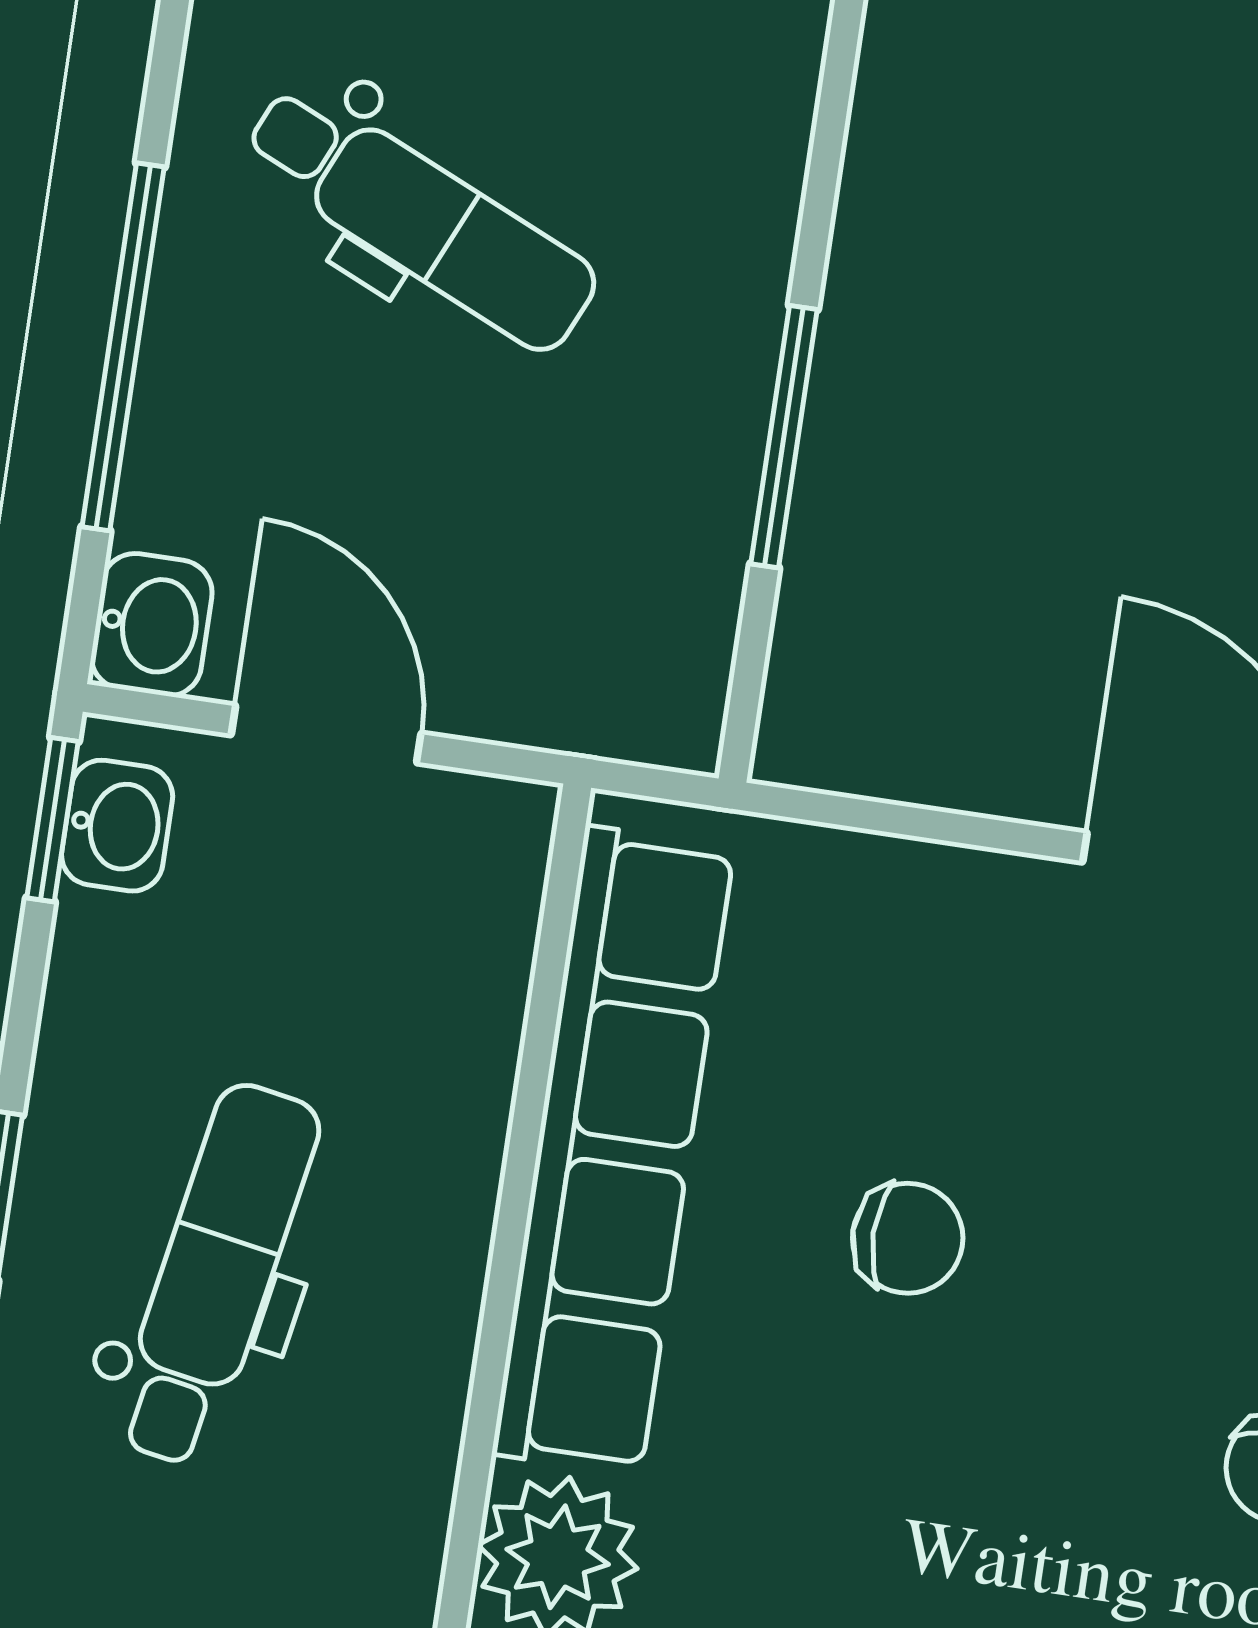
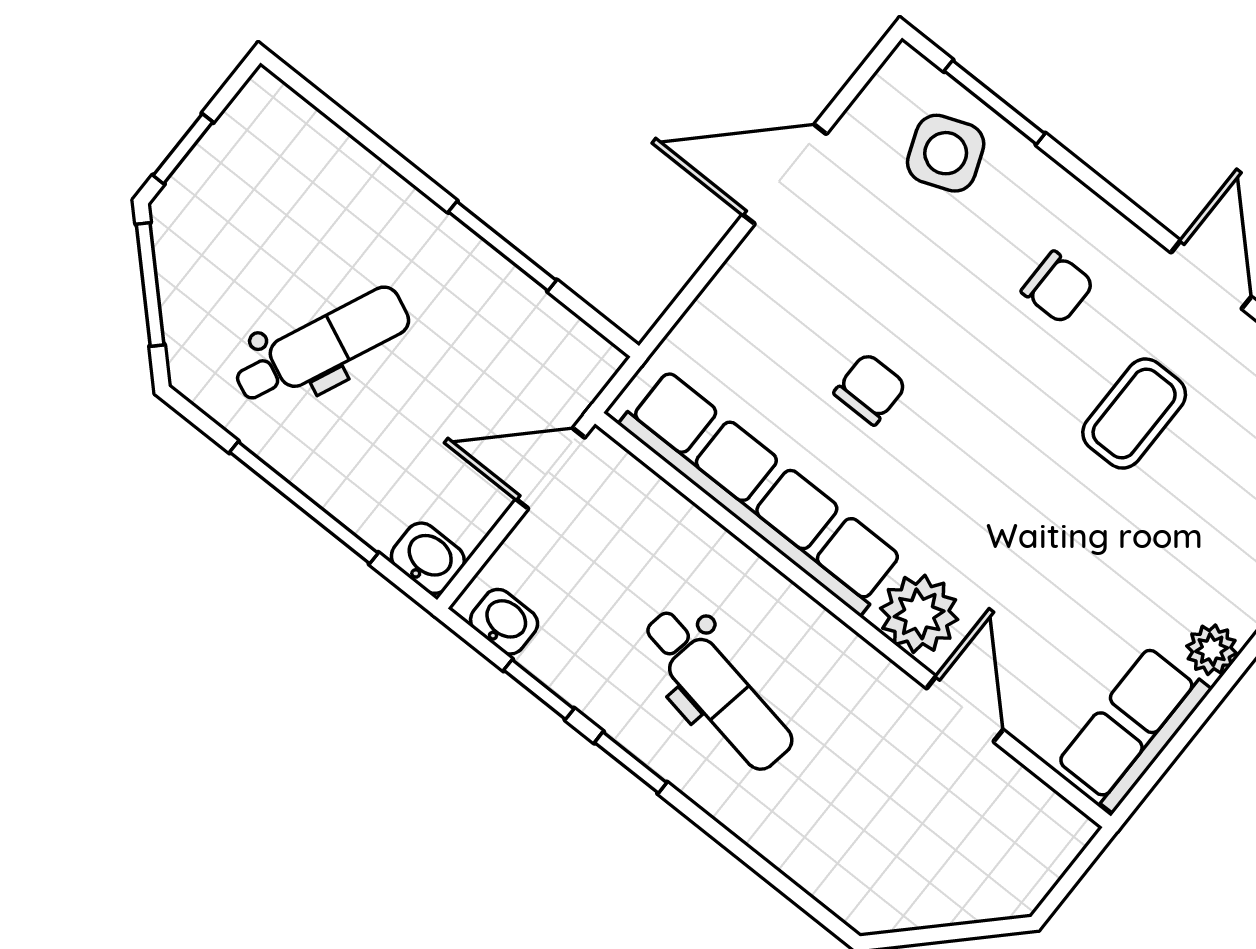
door: (326, 734) -> (550, 468), moved
window: (53, 820) -> (539, 689), moved
dental chair: (216, 1275) -> (717, 689), turned 180

